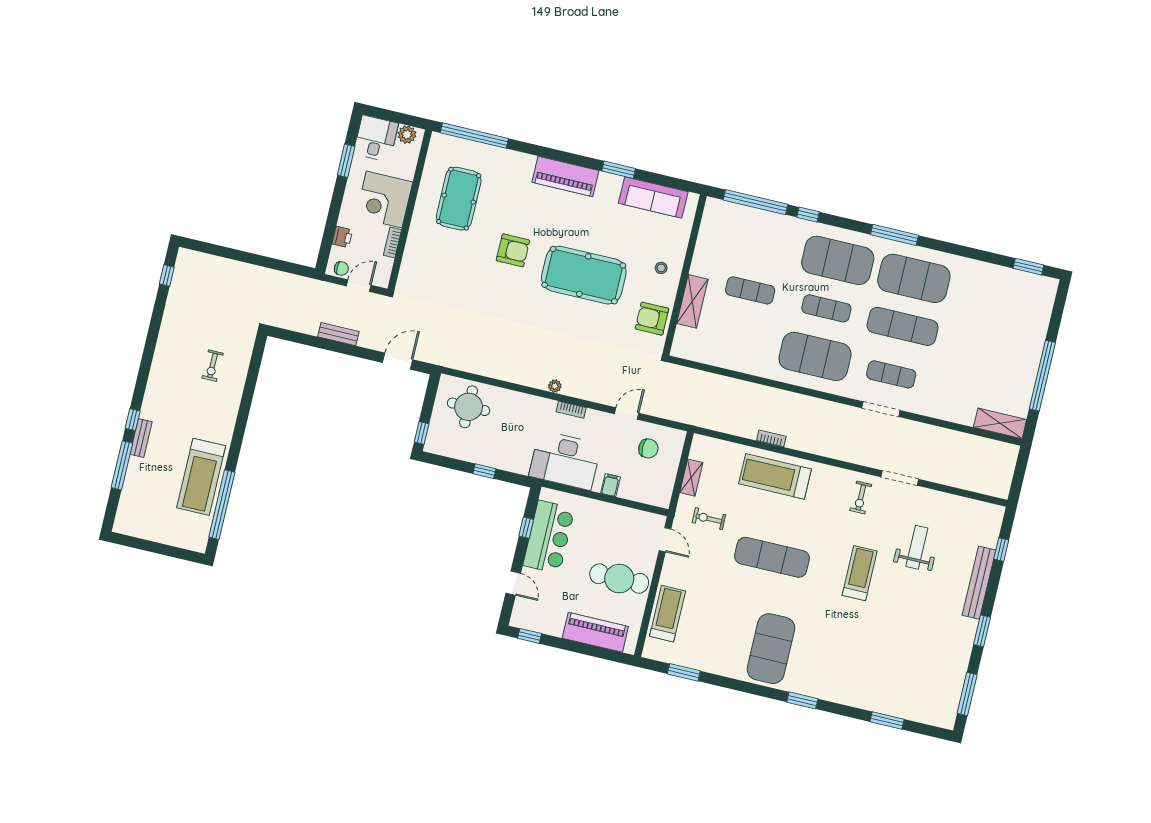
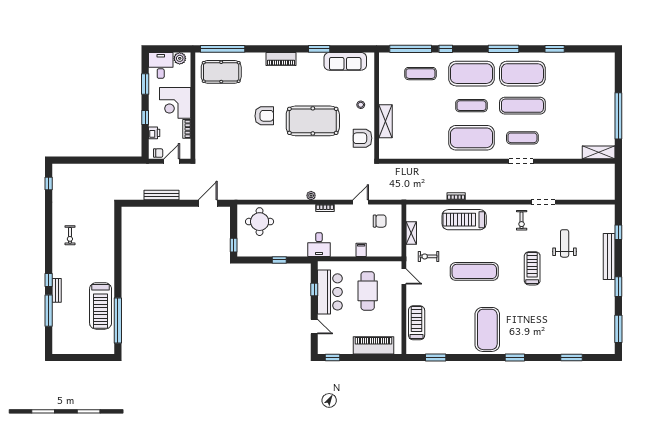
piano: (565, 176) -> (281, 59), width x0.73, depth x0.75
pool table: (459, 199) -> (221, 72), moved, turned 90
window: (334, 211) -> (145, 117), added
window: (1028, 267) -> (555, 49), moved
exercise mat: (750, 290) -> (420, 74), moved
bench: (338, 334) -> (162, 195), width x1.36
exercise bike: (212, 366) -> (70, 235), moved
desk: (565, 460) -> (319, 245), width x0.53, depth x0.77
cafe table: (619, 579) -> (368, 291), moved, turned 90

